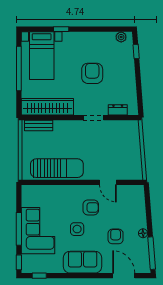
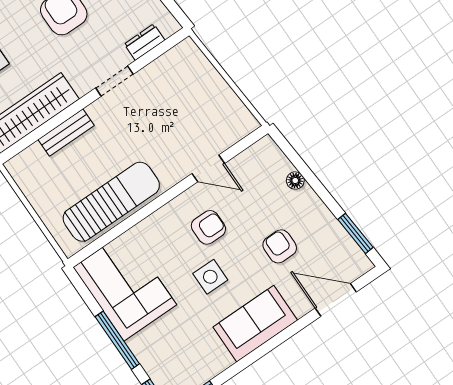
bench: (39, 125) -> (66, 133), moved
corner sofa: (38, 231) -> (125, 286), moved
floor lamp: (143, 233) -> (295, 181), moved
window: (152, 253) -> (355, 233), width x0.69

